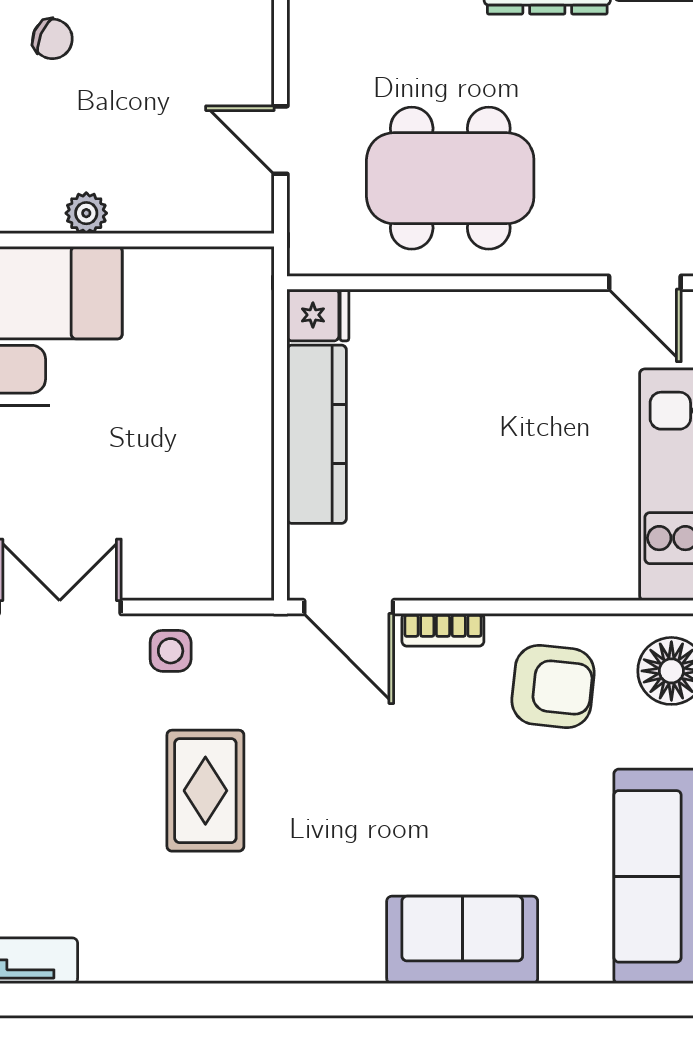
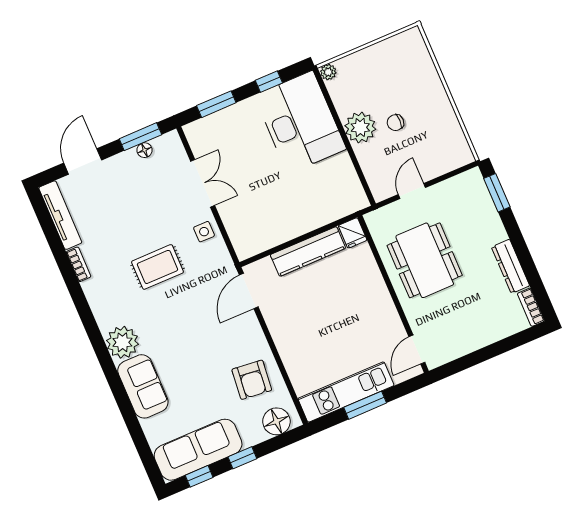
chair: (52, 39) -> (395, 123), moved, turned 67
plant: (86, 213) -> (360, 128), width x1.88, depth x1.88
bookcase: (443, 630) -> (79, 264), moved, turned 180
plant: (342, 943) -> (122, 342), added

